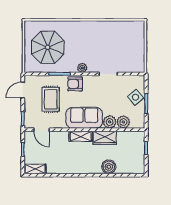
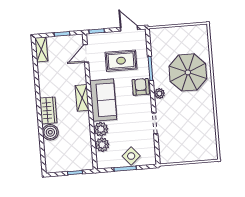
parasol: (48, 47) -> (188, 72), moved
wardrobe: (105, 138) -> (48, 110), moved, turned 180

